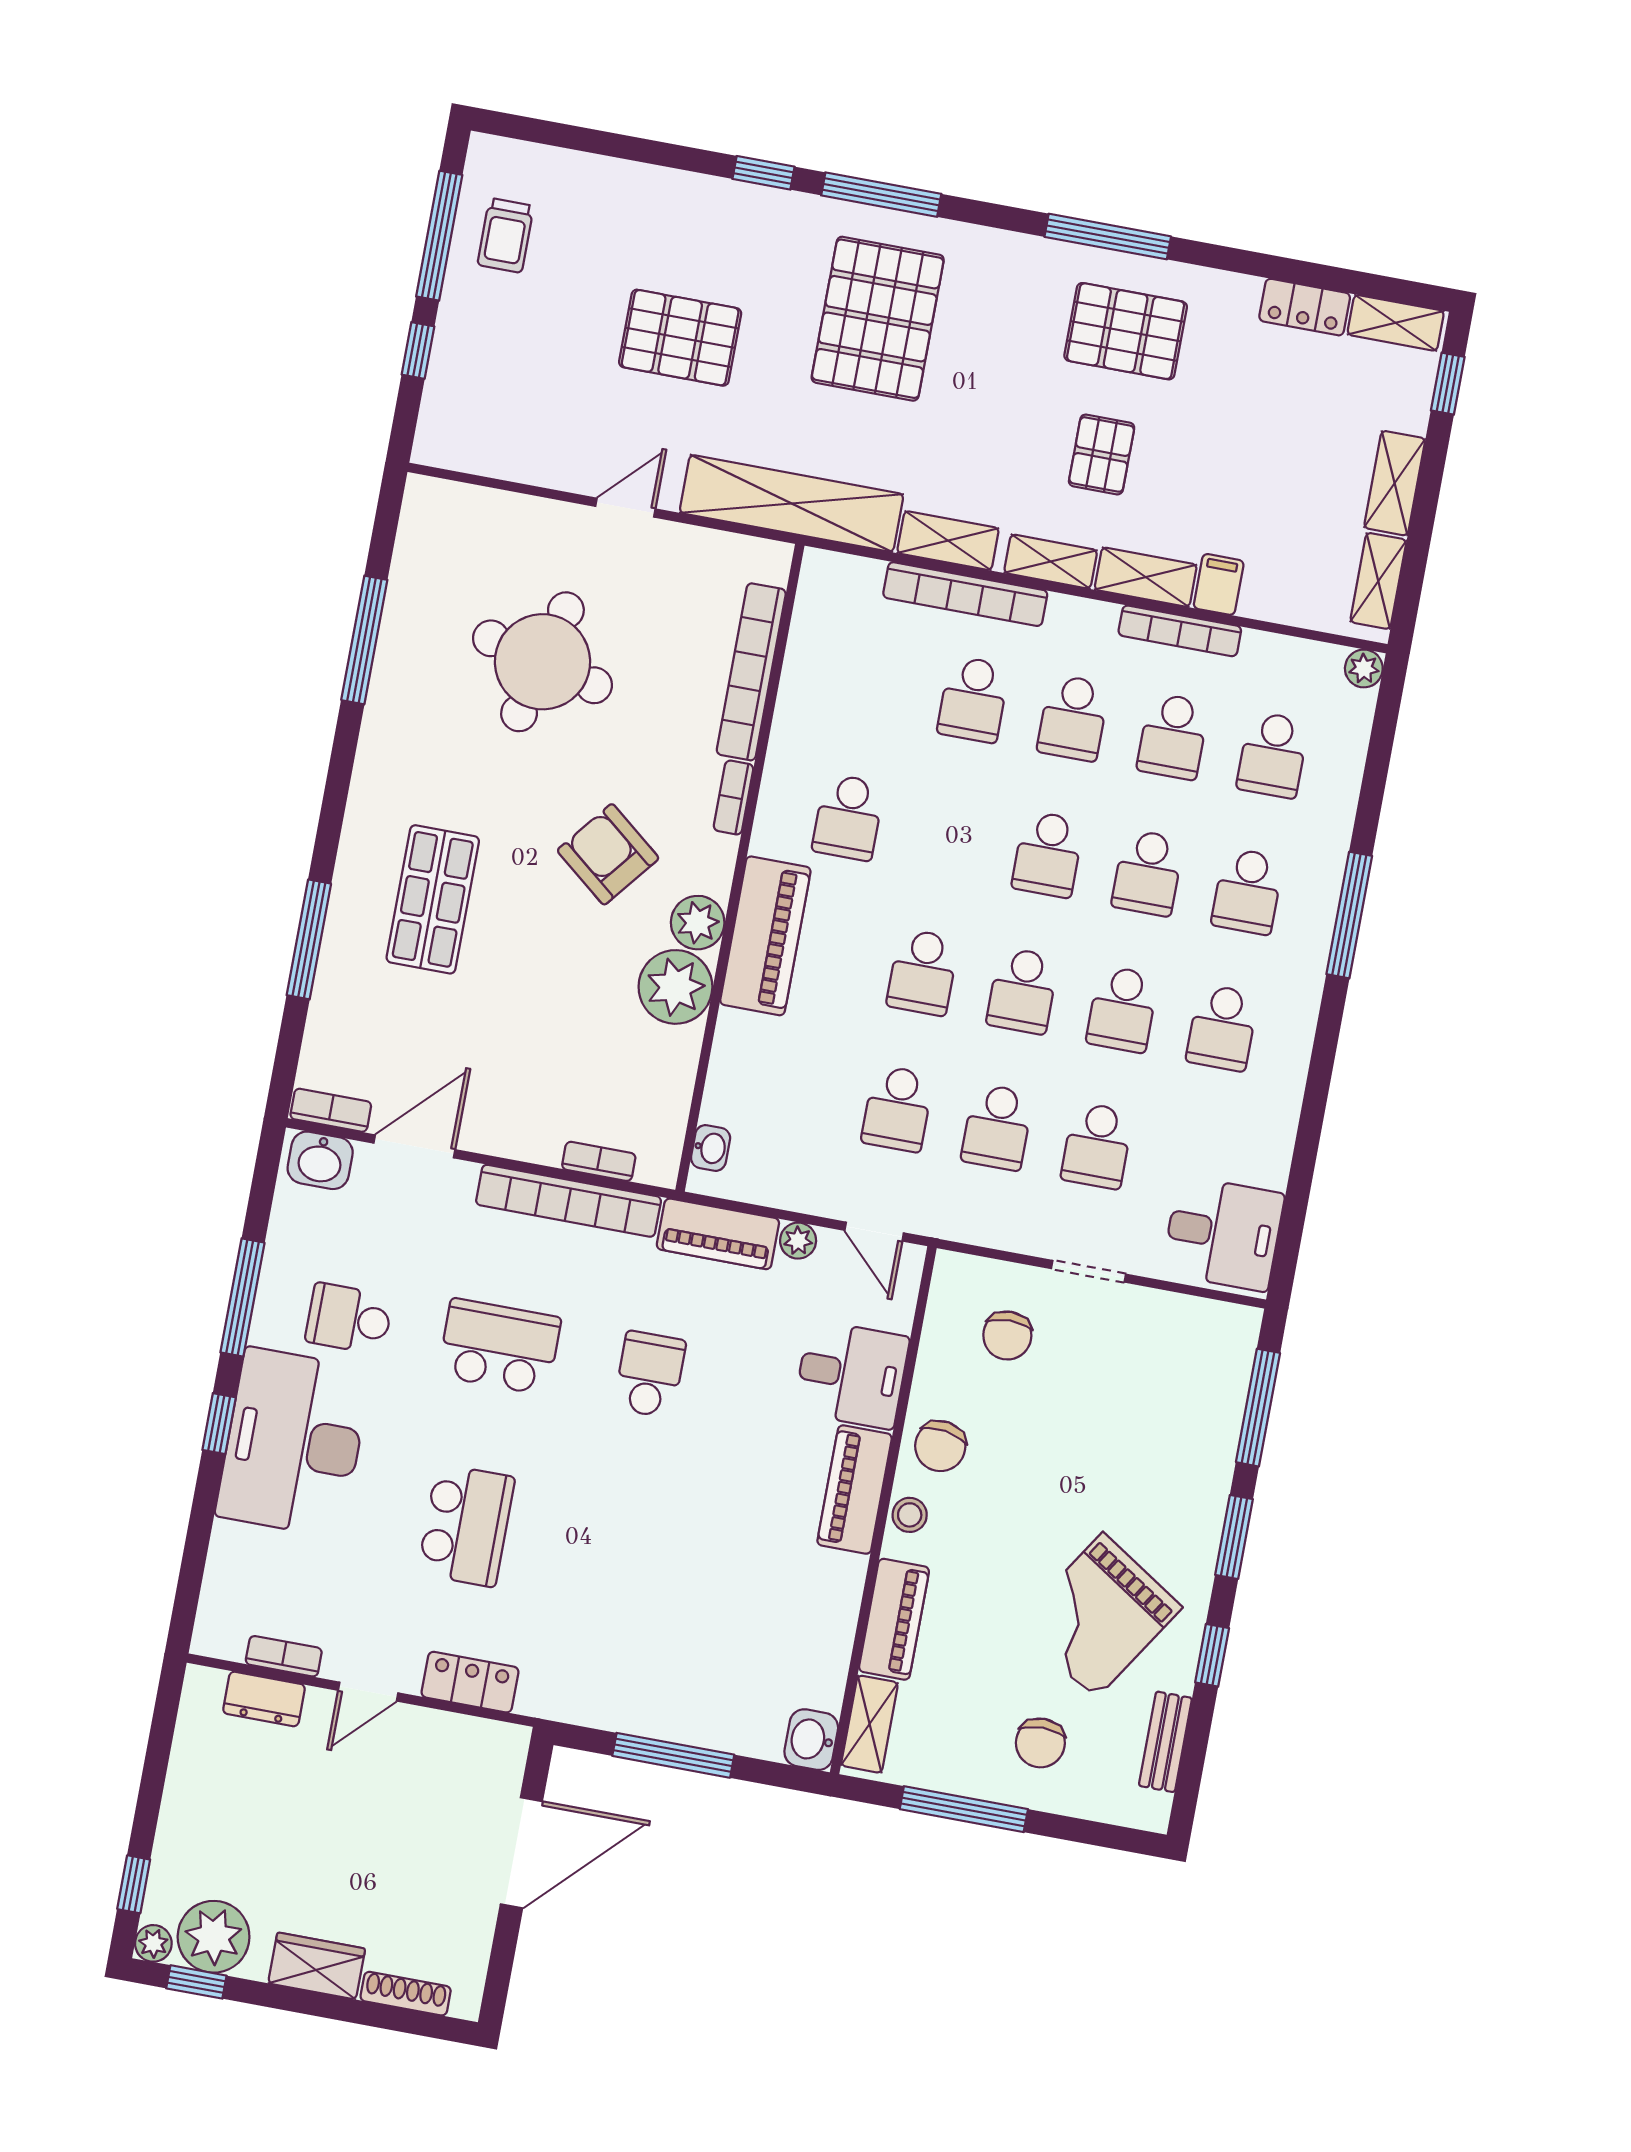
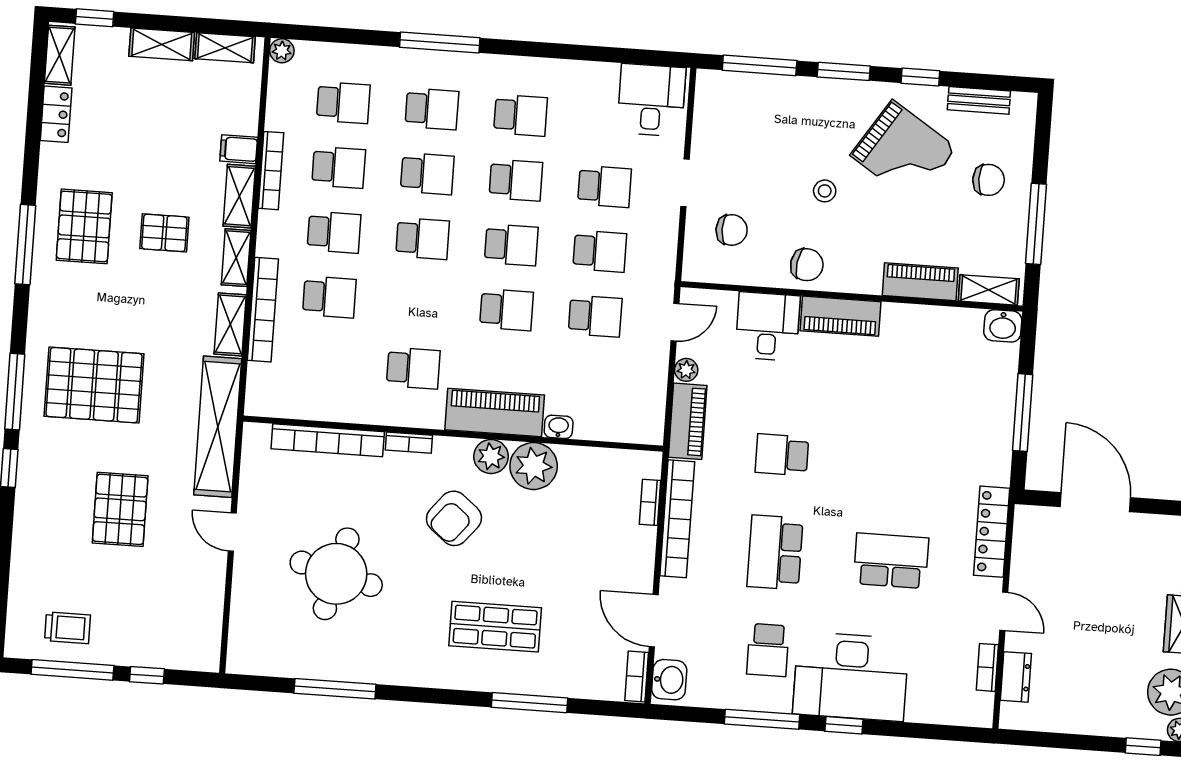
washbasin: (711, 1148) -> (559, 427), moved
stool: (910, 1515) -> (825, 191), moved
locker: (470, 1682) -> (992, 532), width x1.53

